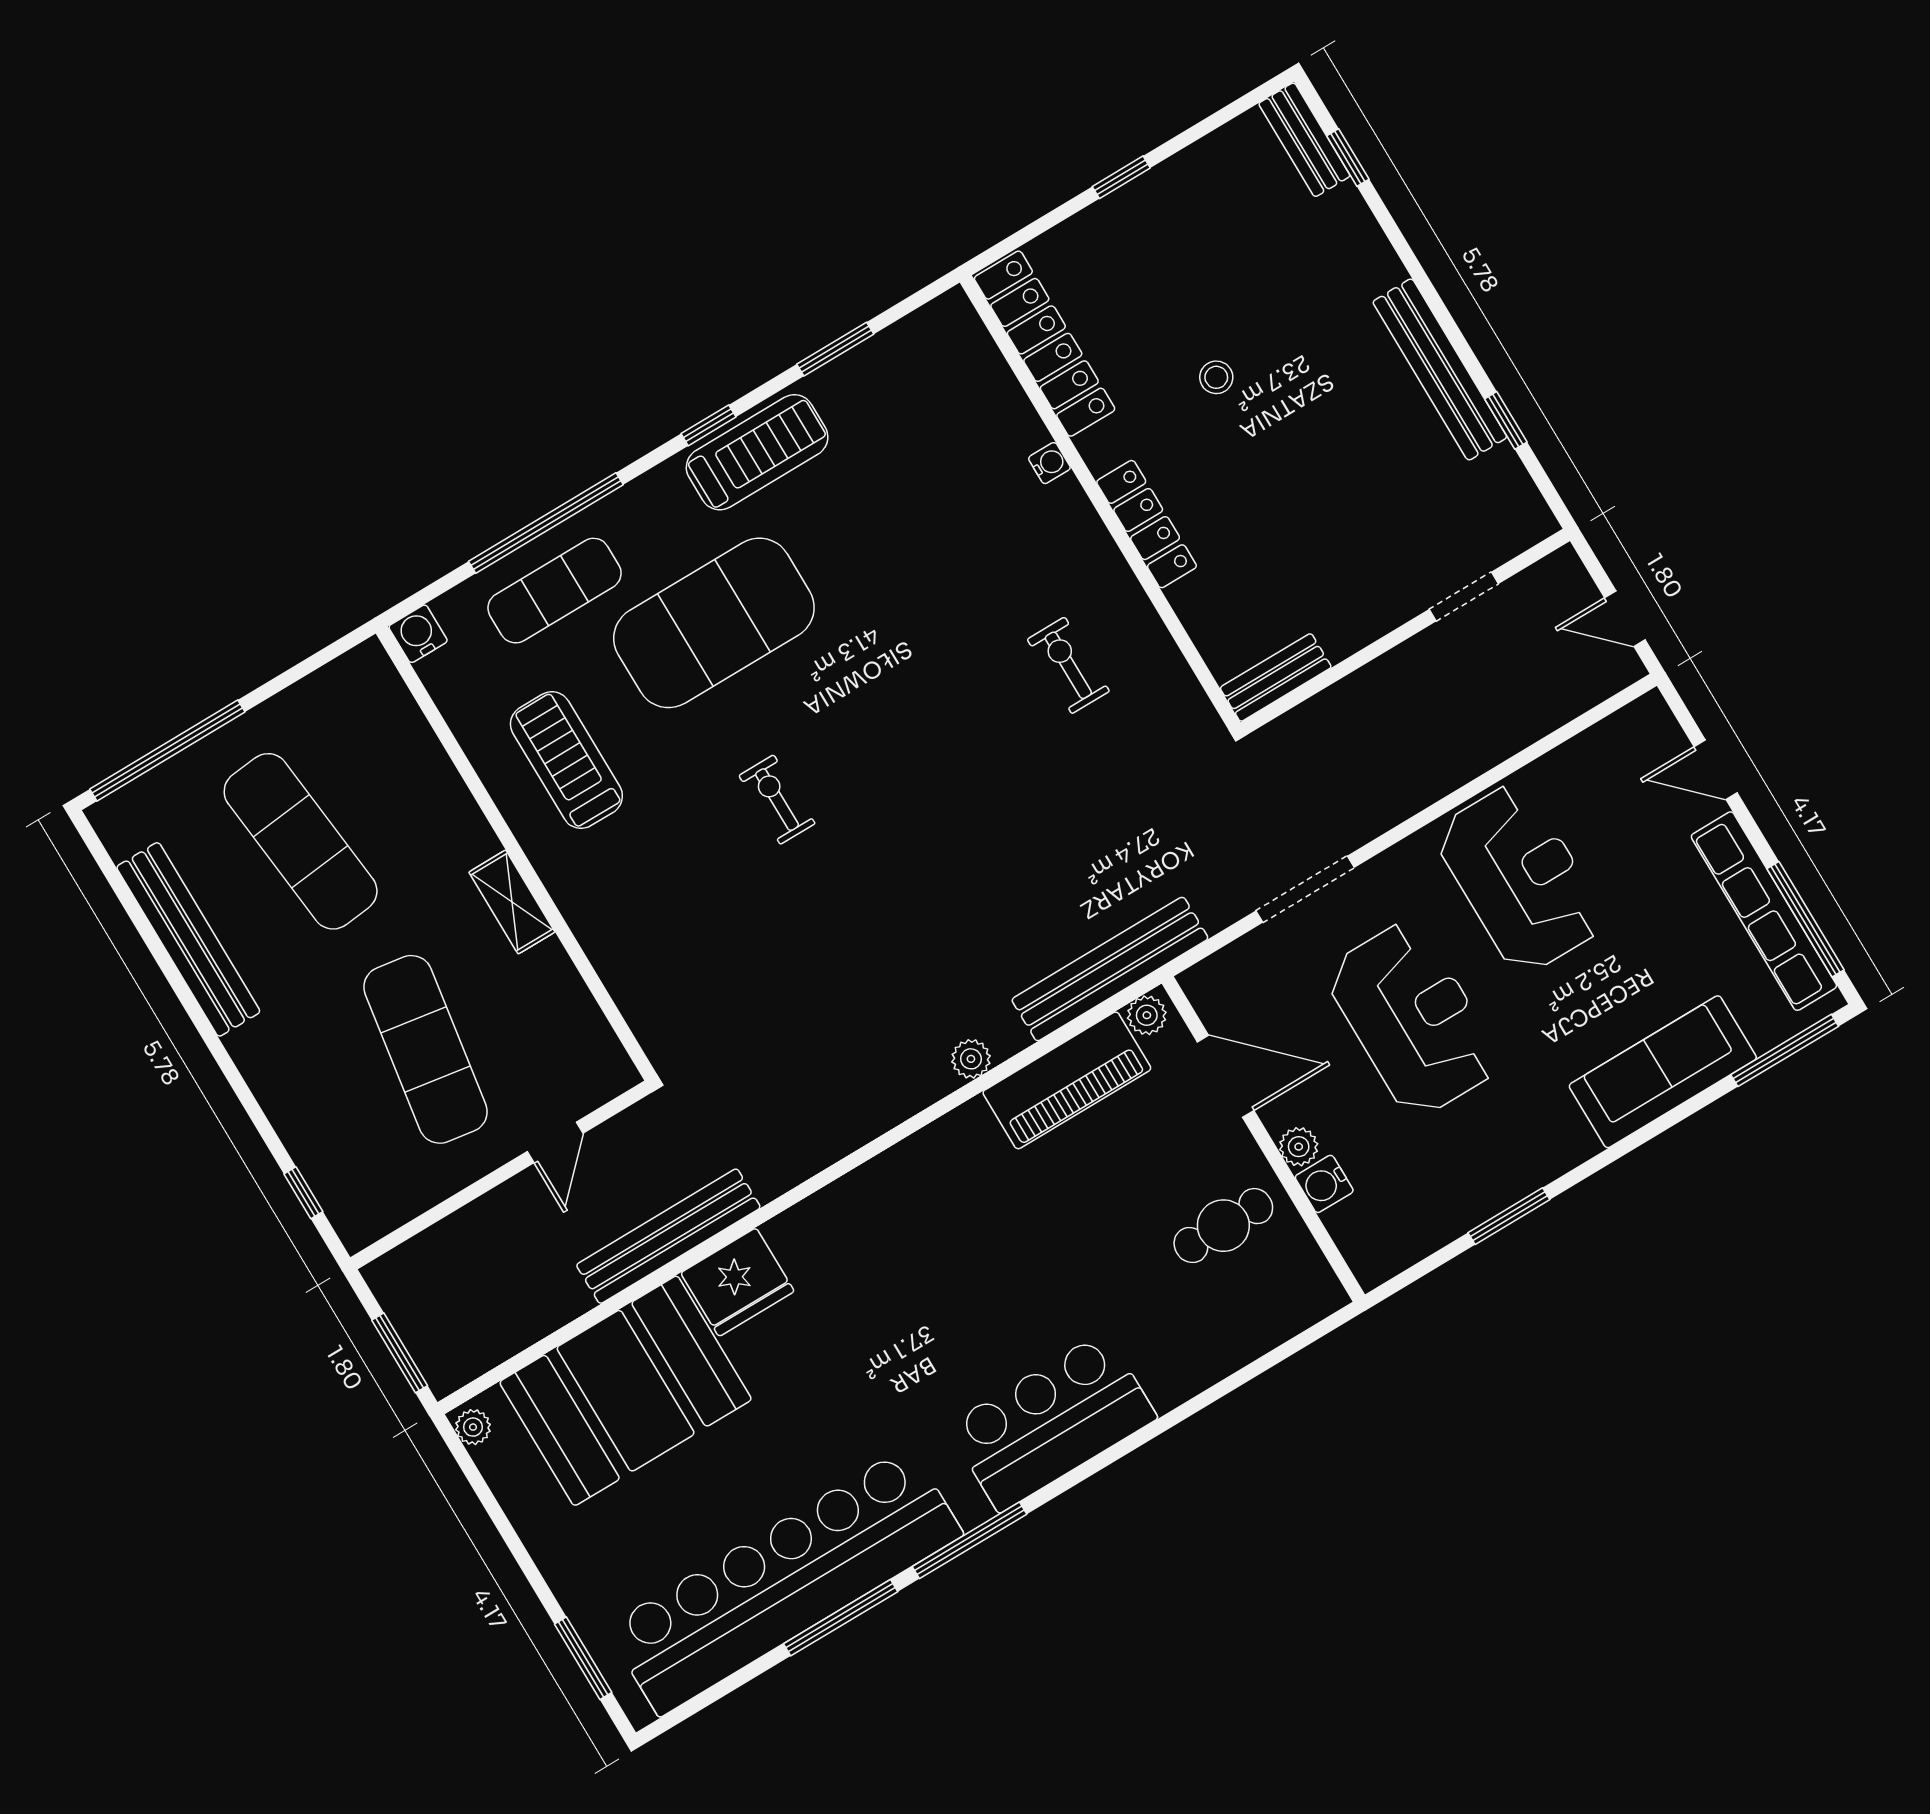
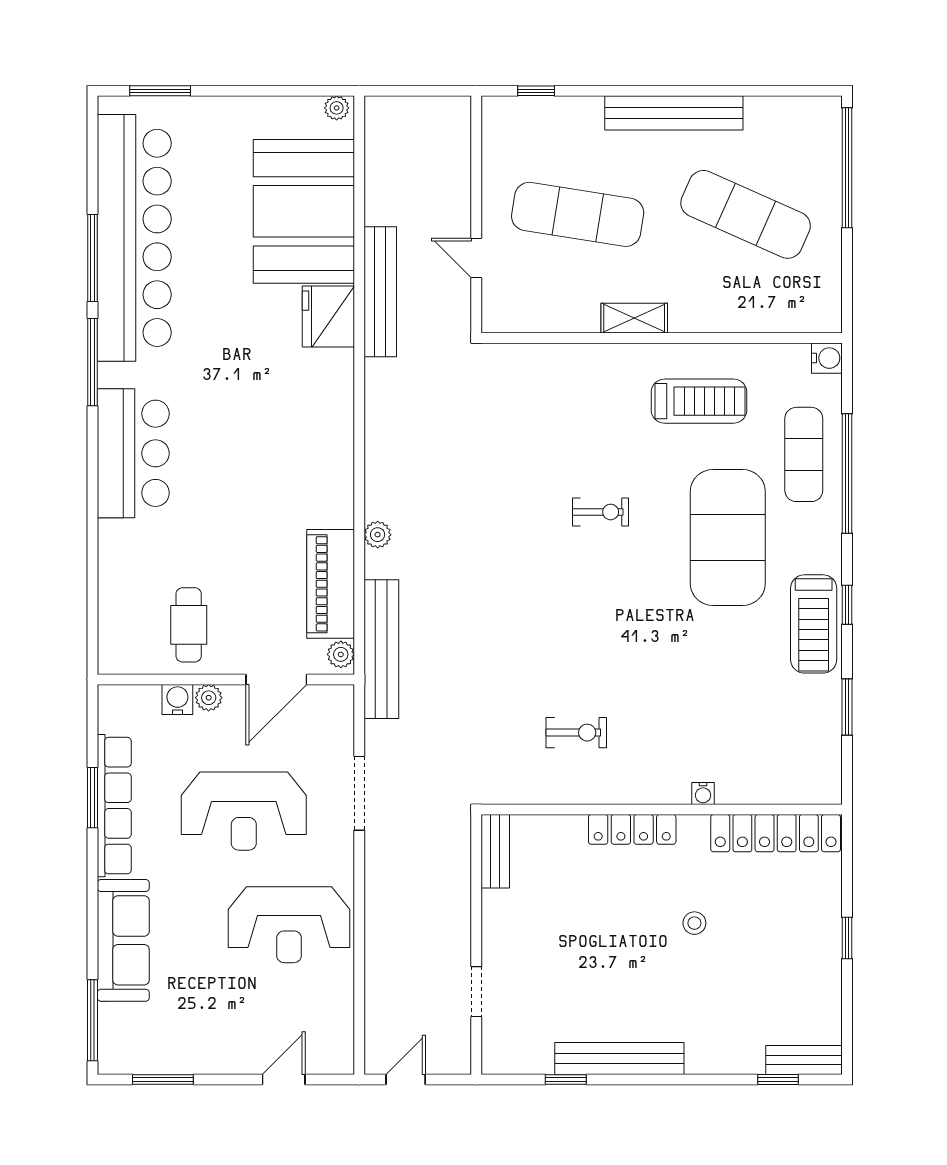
exercise mat: (301, 841) -> (746, 214), turned 30
row of seats: (1764, 911) -> (114, 806), moved, turned 90
window: (1805, 919) -> (163, 1079), width x0.69
bench: (188, 939) -> (674, 113), moved
window: (400, 1353) -> (407, 91), removed

